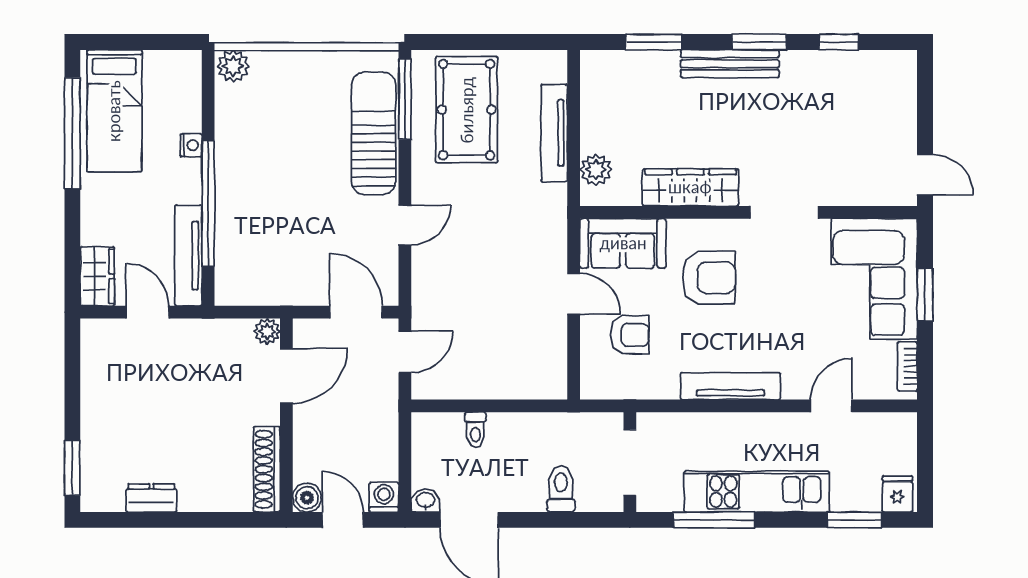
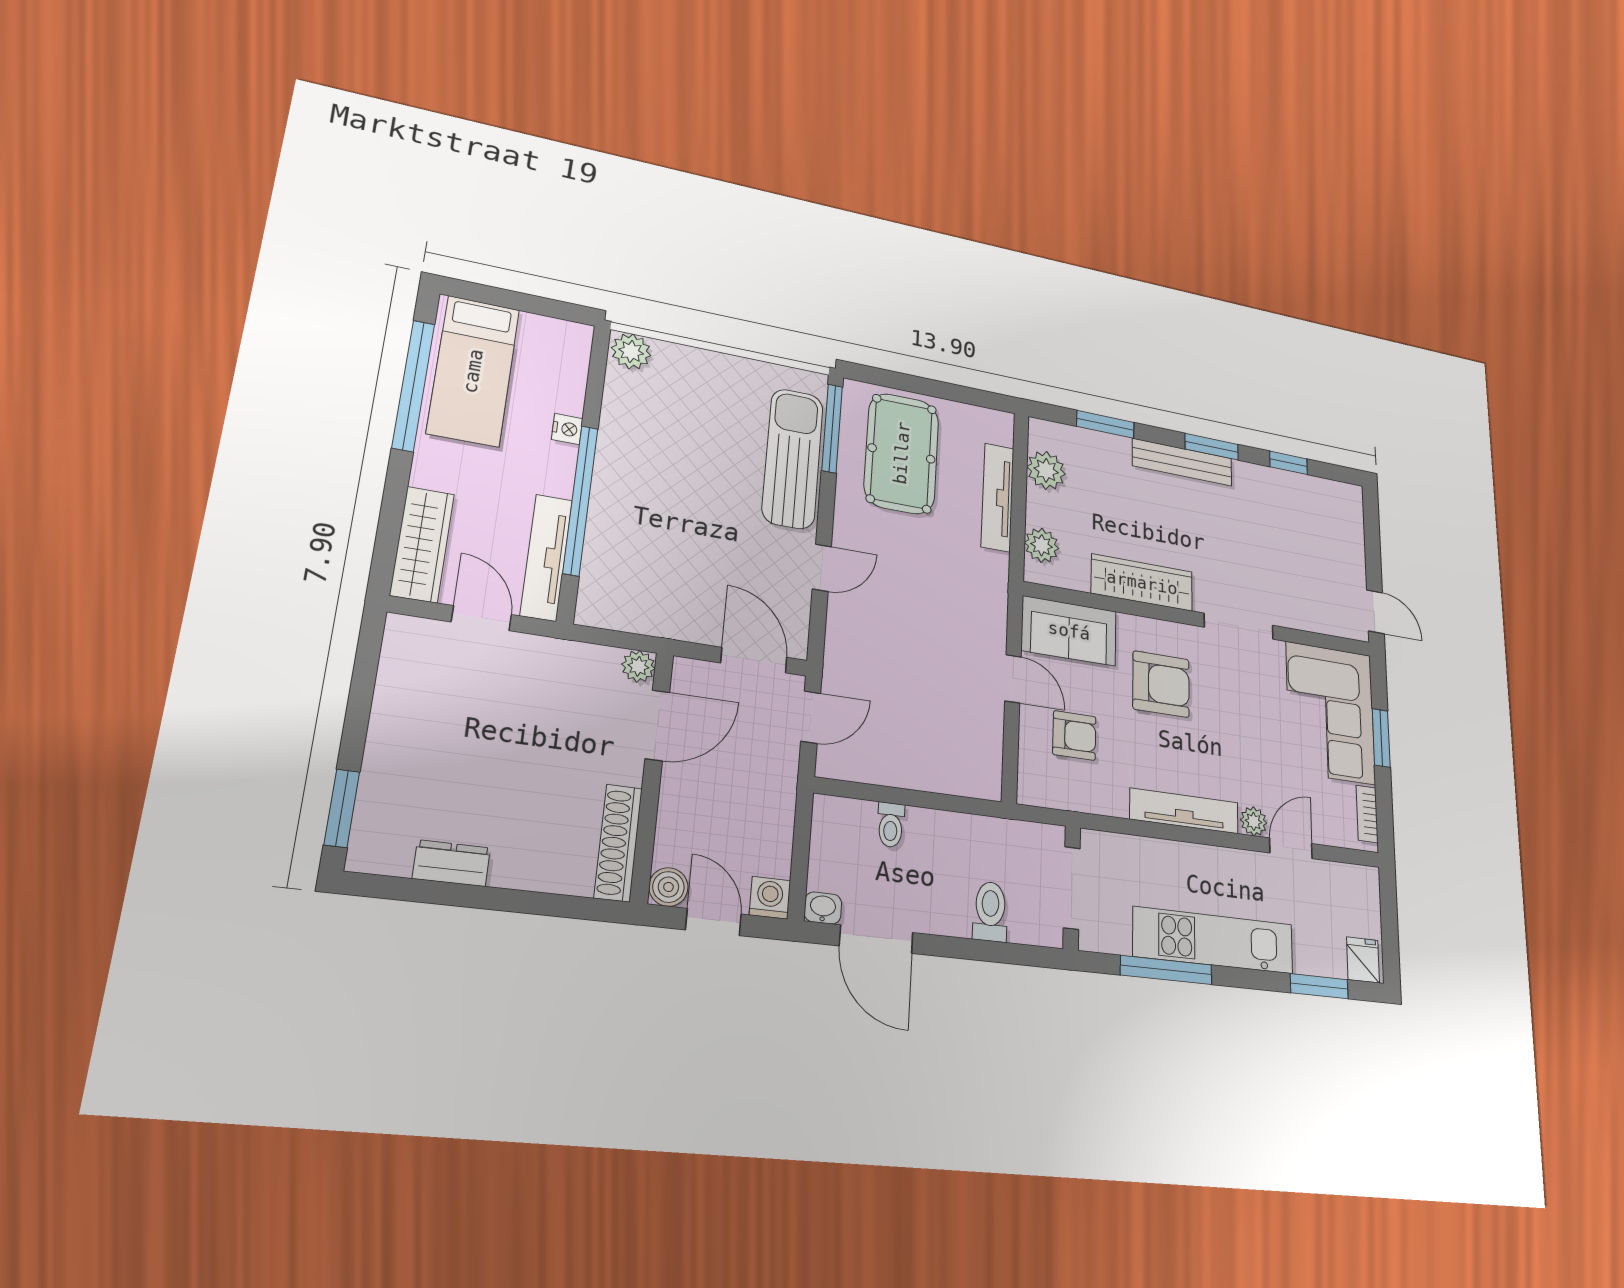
plant: (598, 99) -> (1046, 470), added
wardrobe: (97, 276) -> (422, 544), width x1.50
plant: (796, 387) -> (1254, 821), added

